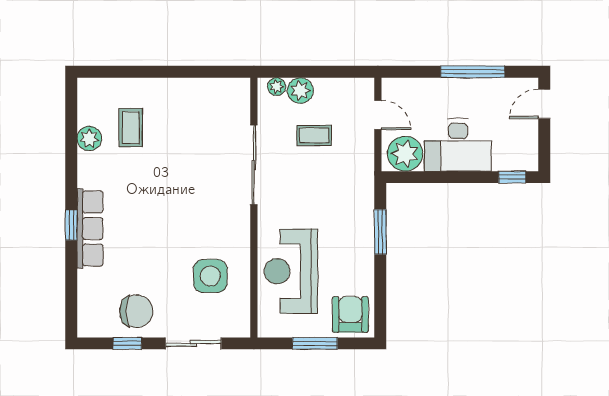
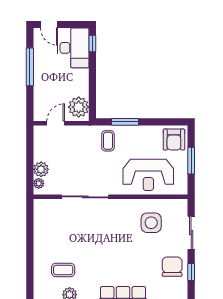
coffee table: (314, 135) -> (108, 141), moved
desk: (458, 145) -> (73, 48), moved
armchair: (350, 314) -> (174, 140), turned -90

